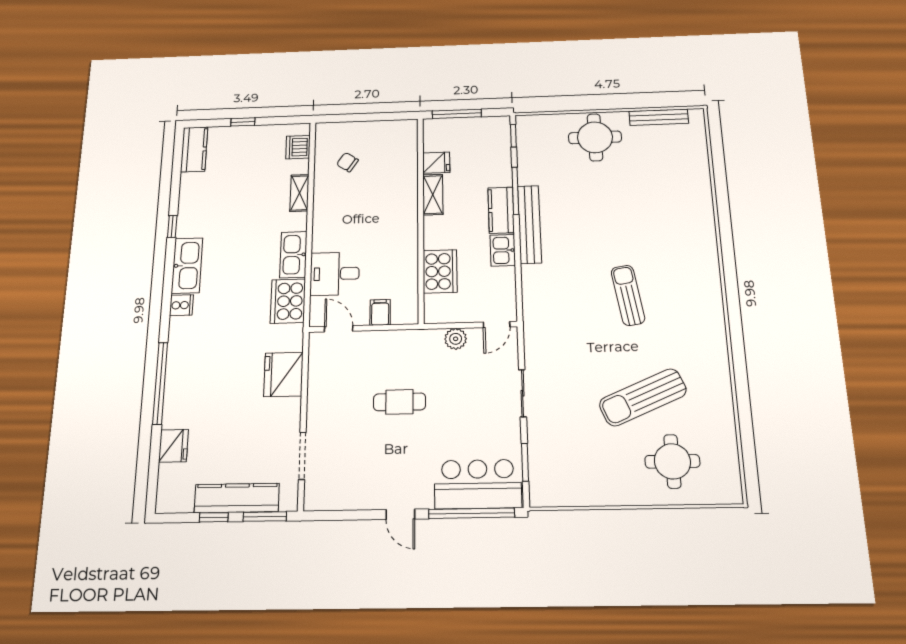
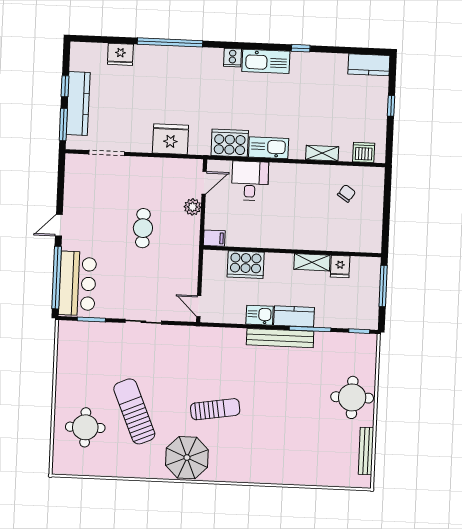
filing cabinet: (380, 312) -> (214, 238), moved
parasol: (696, 326) -> (187, 458), added
plant: (456, 339) -> (193, 207), moved

